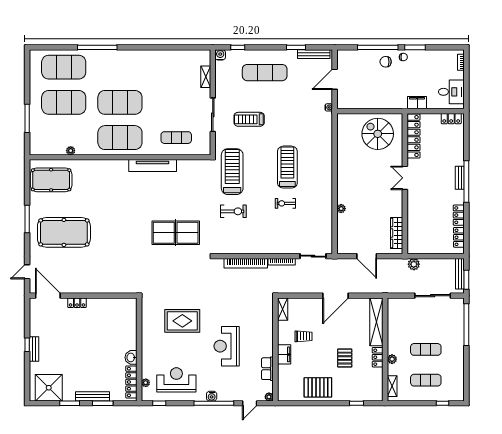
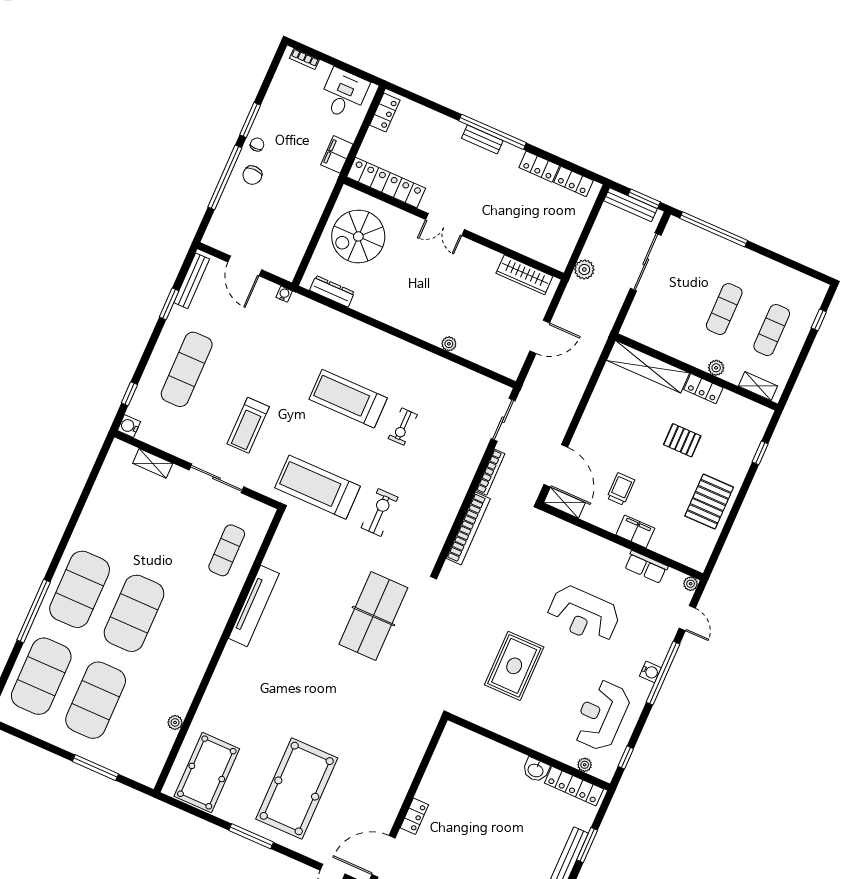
dresser: (342, 133) -> (332, 291), added
exercise mat: (120, 138) -> (80, 589), moved
door: (335, 296) -> (556, 466), moved

